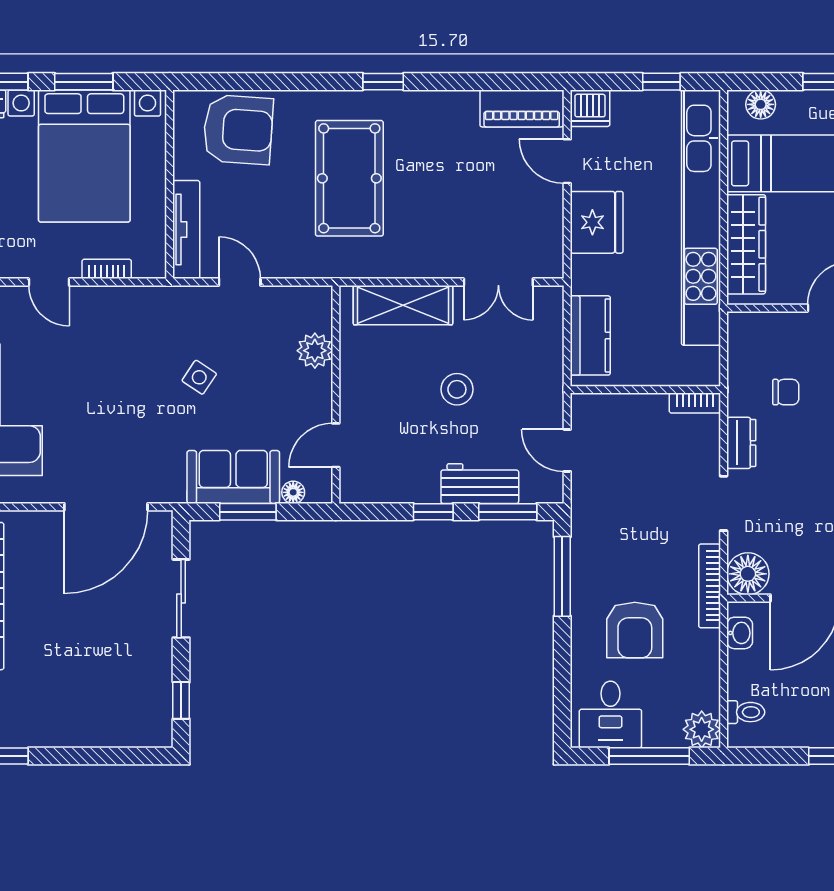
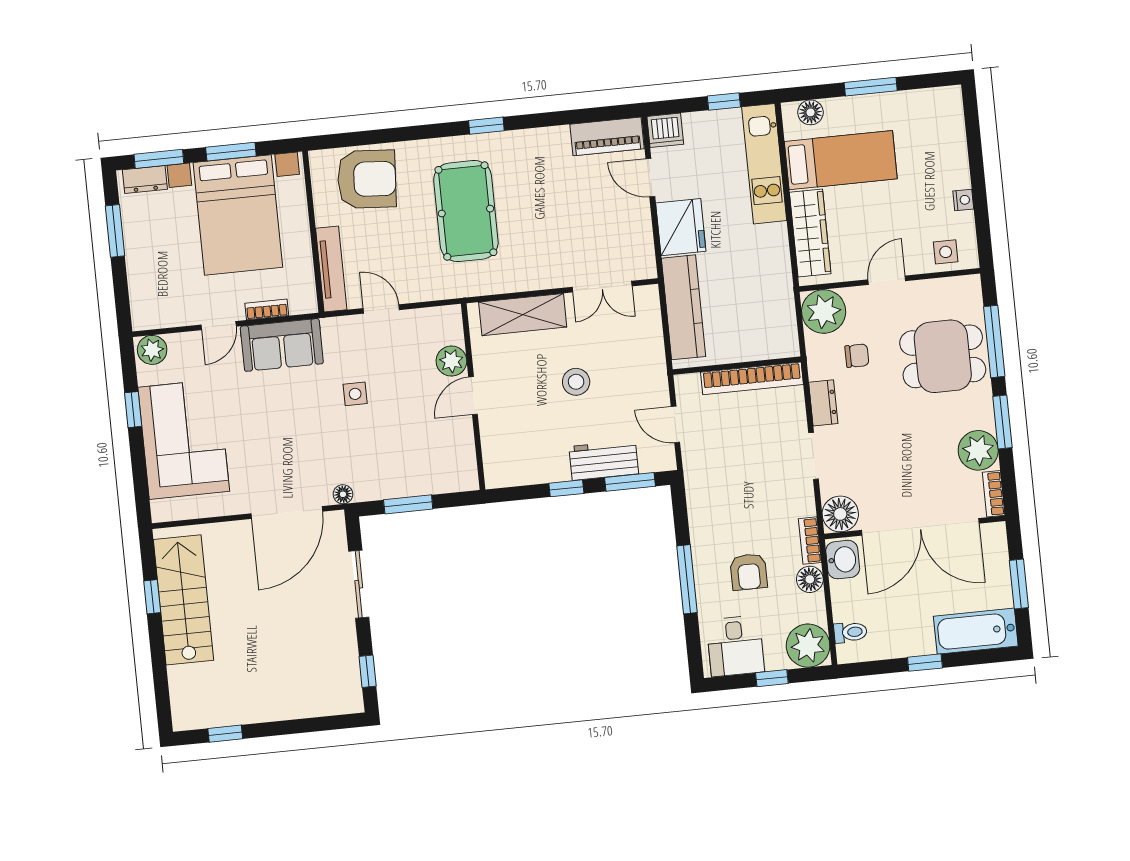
kitchen unit: (701, 218) -> (764, 164), width x0.54
door: (49, 282) -> (219, 326), hinge flipped
kitchen counter: (590, 335) -> (683, 307), width x1.50
plant: (752, 337) -> (824, 311), added
side table: (199, 377) -> (355, 394), turned -34
bookcase: (695, 403) -> (752, 378), width x2.31, depth x1.31
door: (336, 445) -> (473, 396), moved
sofa: (233, 477) -> (282, 345), moved, turned 180
floor lamp: (293, 492) -> (343, 494), moved
window: (562, 576) -> (687, 579), moved
bookcase: (710, 586) -> (810, 541), width x0.64
armchair: (635, 630) -> (749, 572), width x0.72, depth x0.72
washbasin: (740, 633) -> (843, 560), width x1.38, depth x1.45
floor lamp: (705, 646) -> (810, 579), added
plant: (702, 729) -> (808, 646), width x1.36, depth x1.36
window: (649, 756) -> (772, 678), width x0.46

